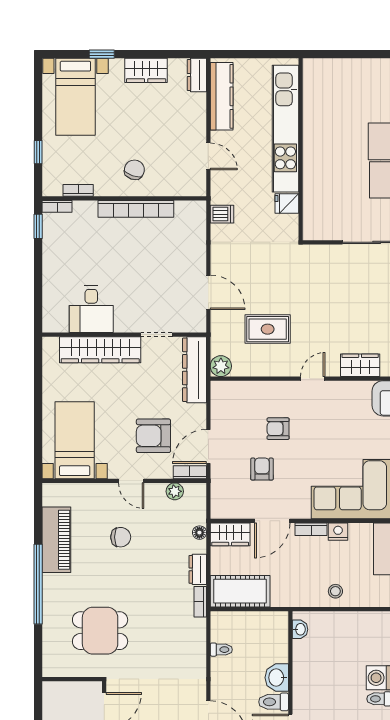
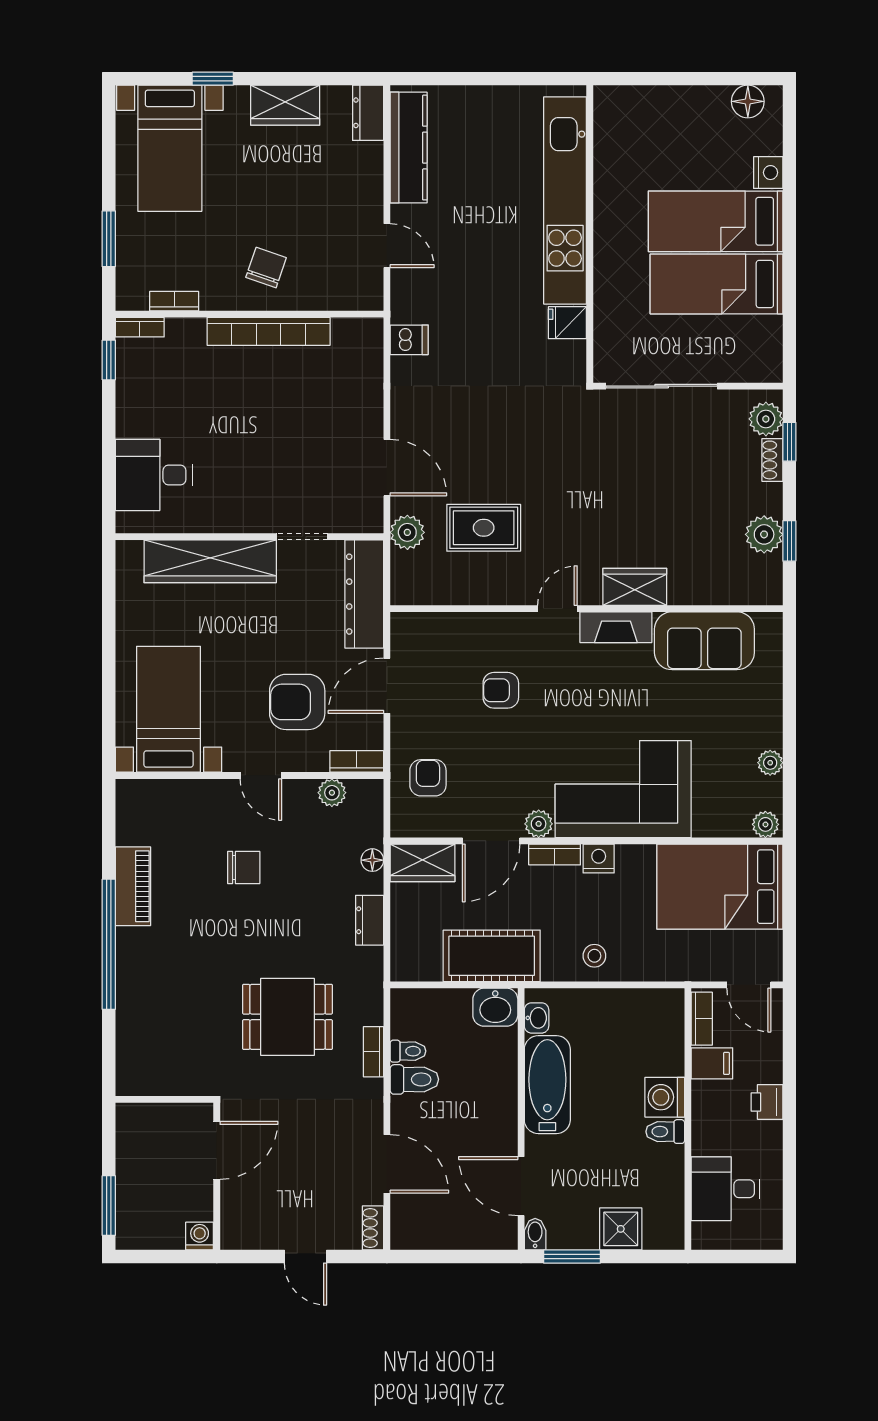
kitchen unit: (285, 129) -> (565, 200), moved
wall: (301, 149) -> (590, 234), moved
window: (38, 152) -> (109, 239), width x1.50
fridge: (287, 204) -> (567, 323), moved
desk: (91, 309) -> (154, 475), moved, turned 90
plant: (221, 366) -> (407, 532), moved
fireplace: (349, 390) -> (616, 627), added
door: (208, 446) -> (387, 686), moved
armchair: (262, 469) -> (428, 778), moved
plant: (301, 510) -> (539, 824), added
piano: (56, 540) -> (133, 886), width x0.73, depth x0.75
cot: (240, 591) -> (492, 956), moved
bookcase: (200, 602) -> (374, 1052), moved
dining table: (100, 631) -> (287, 1017), moved
bathtub: (307, 670) -> (547, 1085), added
washbasin: (277, 678) -> (495, 1007), moved, turned -90
toilet: (274, 702) -> (414, 1079), moved, turned 180

